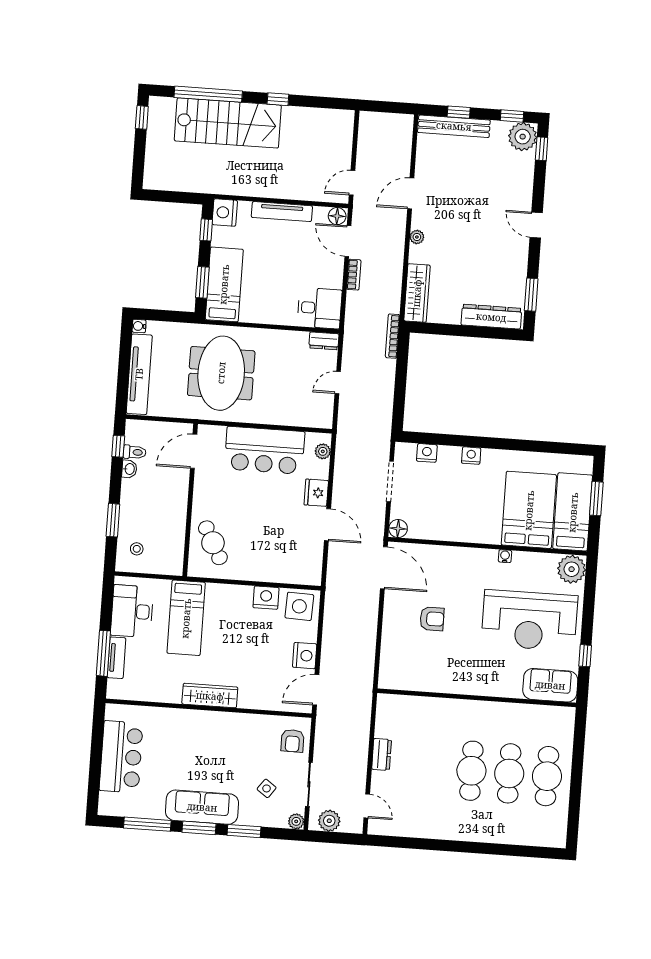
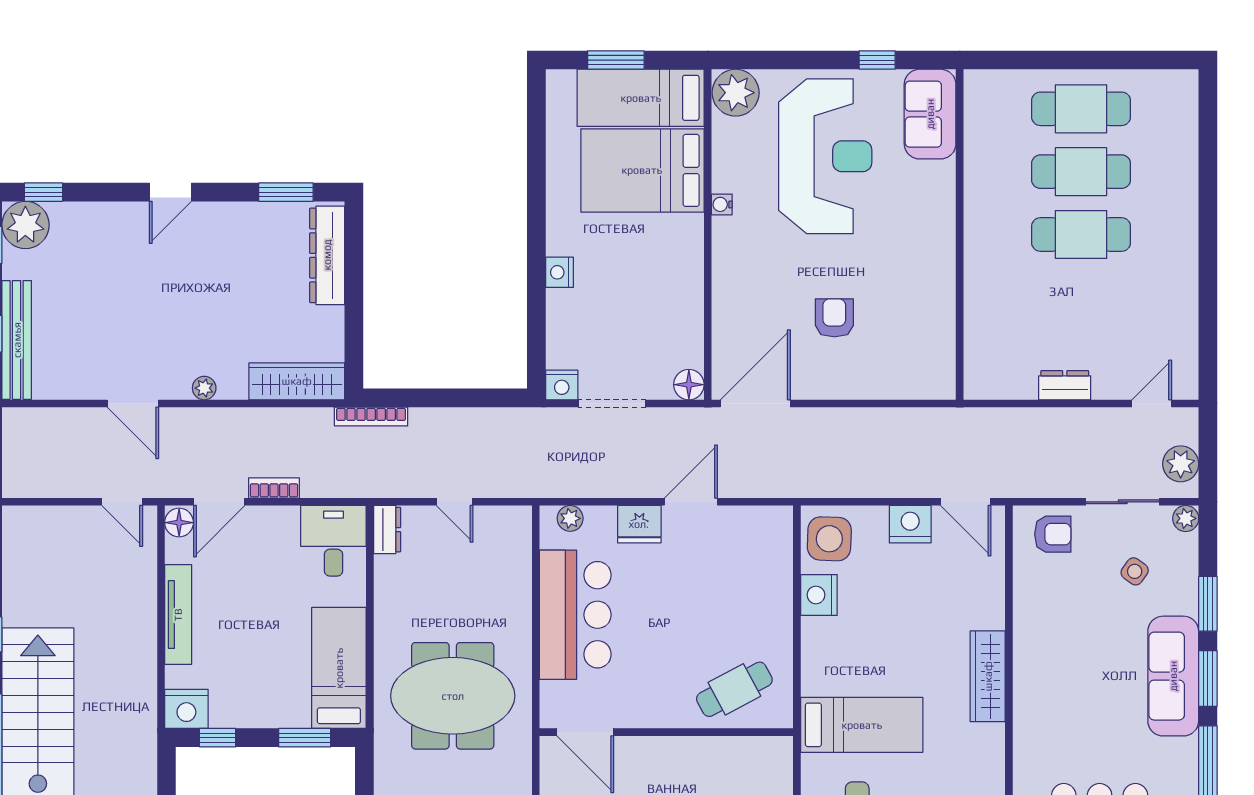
bed: (224, 284) -> (339, 668), moved, turned 90
nightstand: (427, 453) -> (562, 385), moved, turned -90

